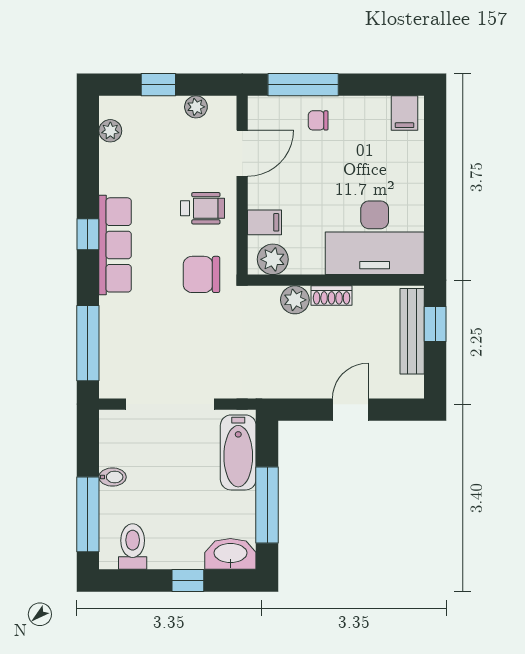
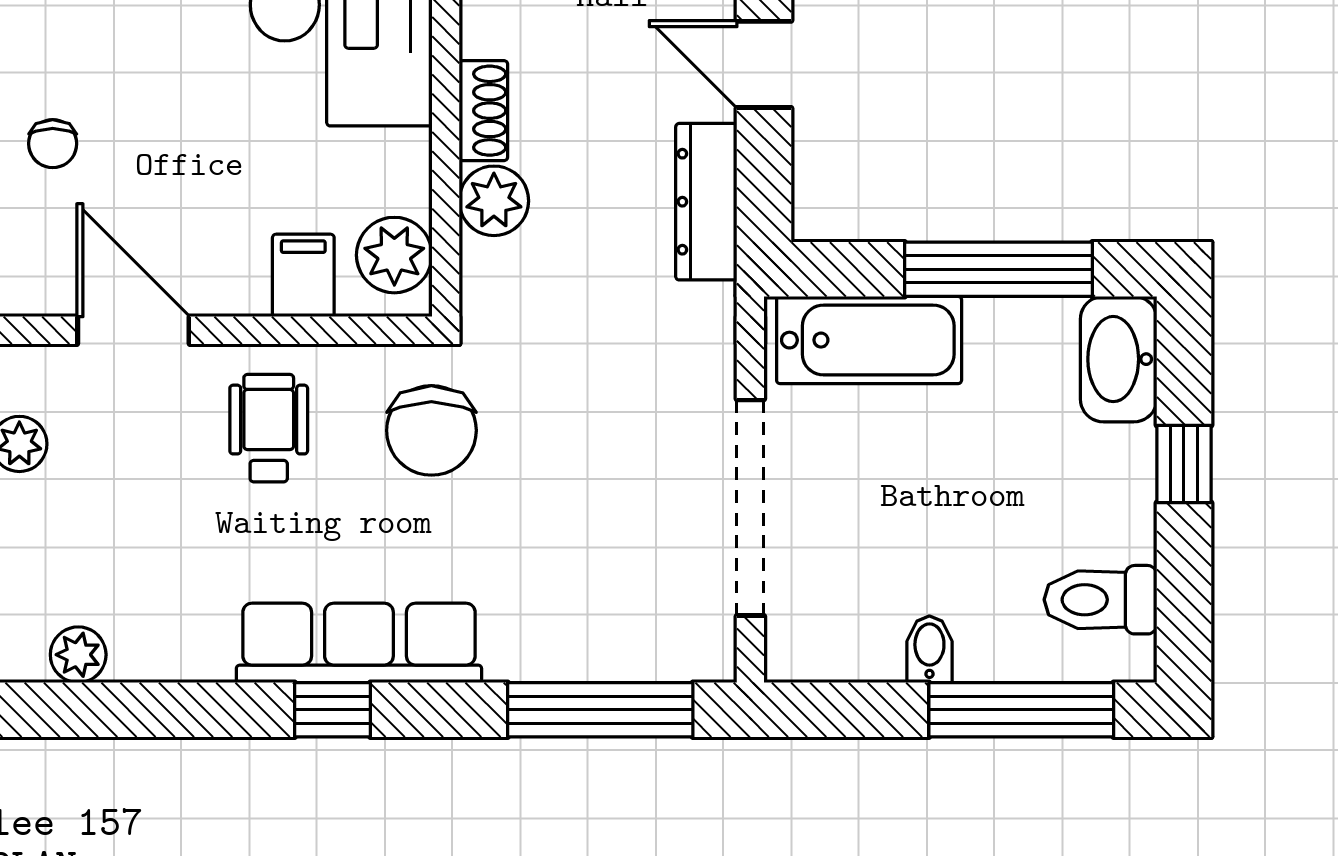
dresser: (294, 386) -> (706, 202), added

